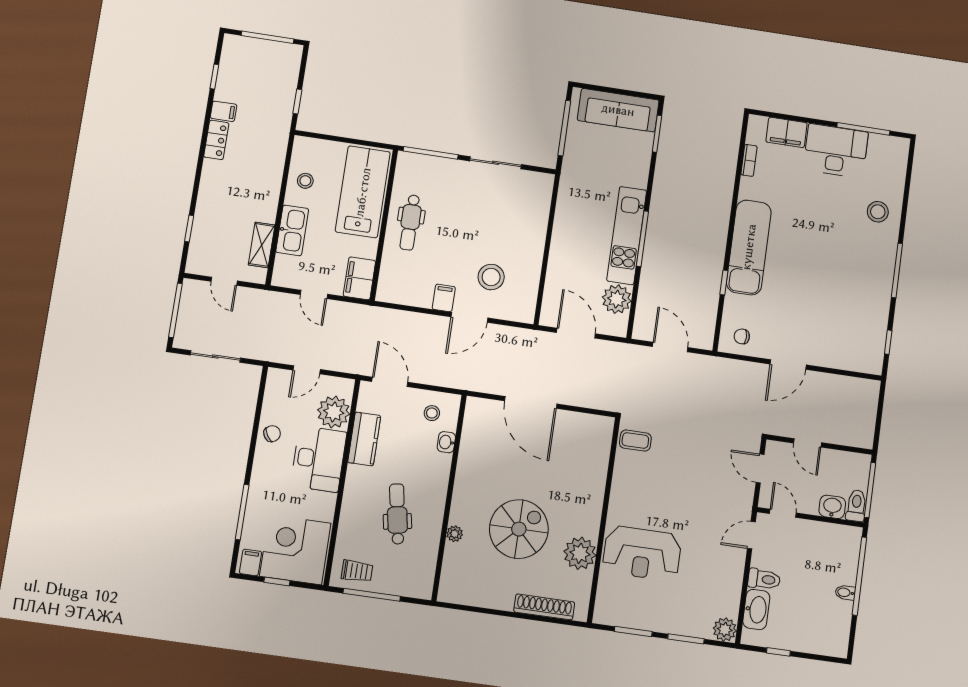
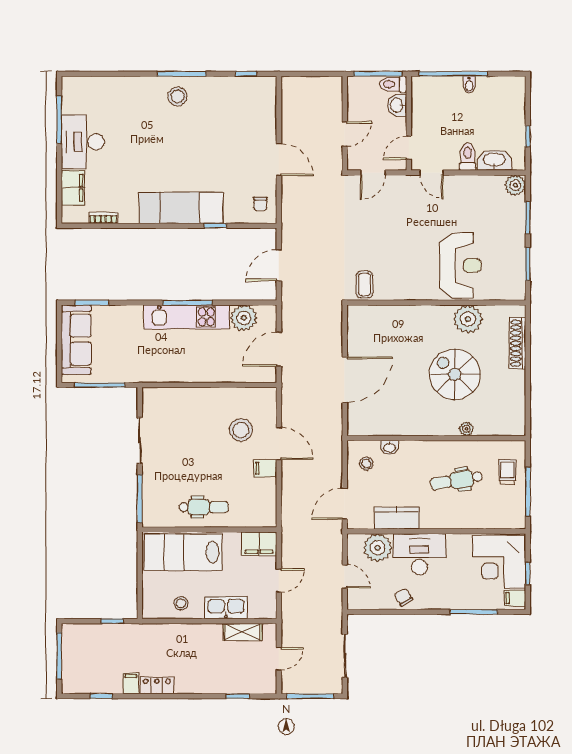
stool: (878, 212) -> (177, 96), moved
trolley: (357, 571) -> (507, 472), moved

